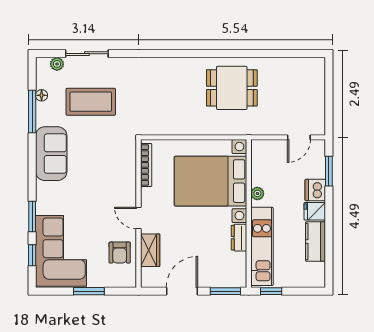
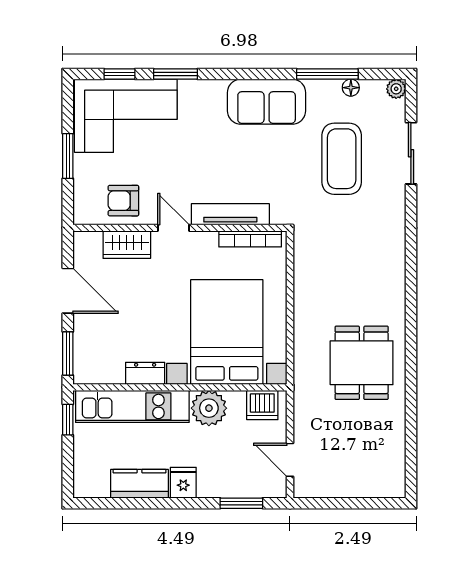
plant: (57, 64) -> (396, 89), moved
tv unit: (129, 179) -> (230, 214), added
dishwasher: (315, 190) -> (262, 405), moved, turned 180
plant: (257, 193) -> (209, 408), width x1.88, depth x1.88
door: (139, 218) -> (173, 228), hinge flipped

